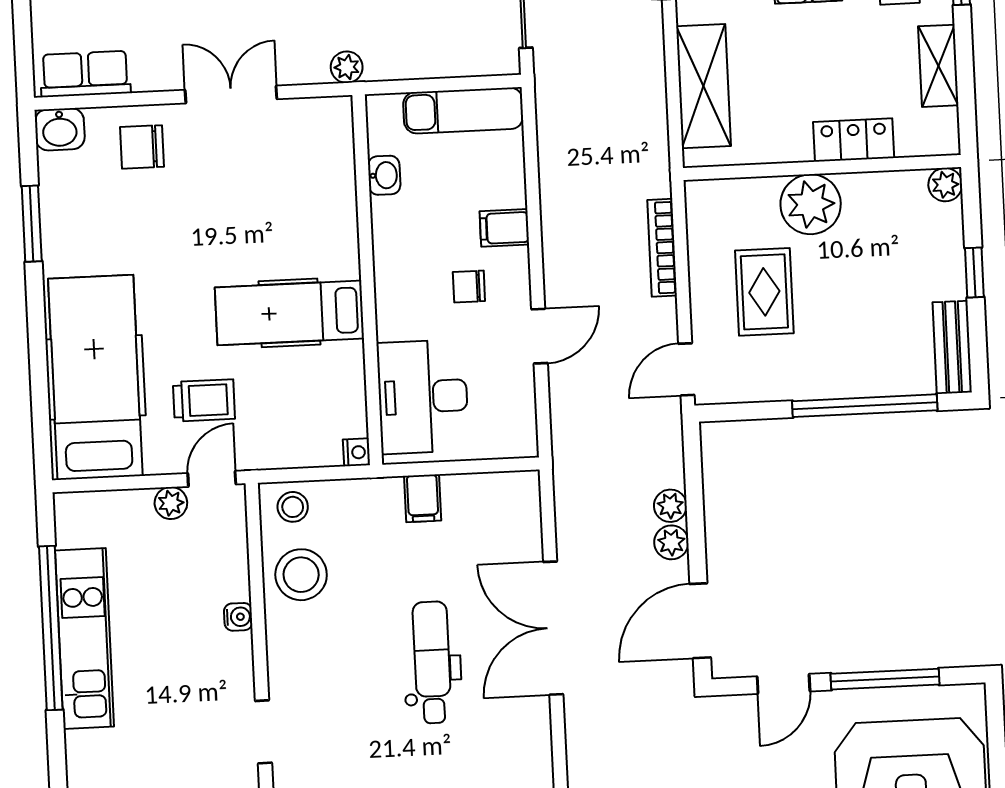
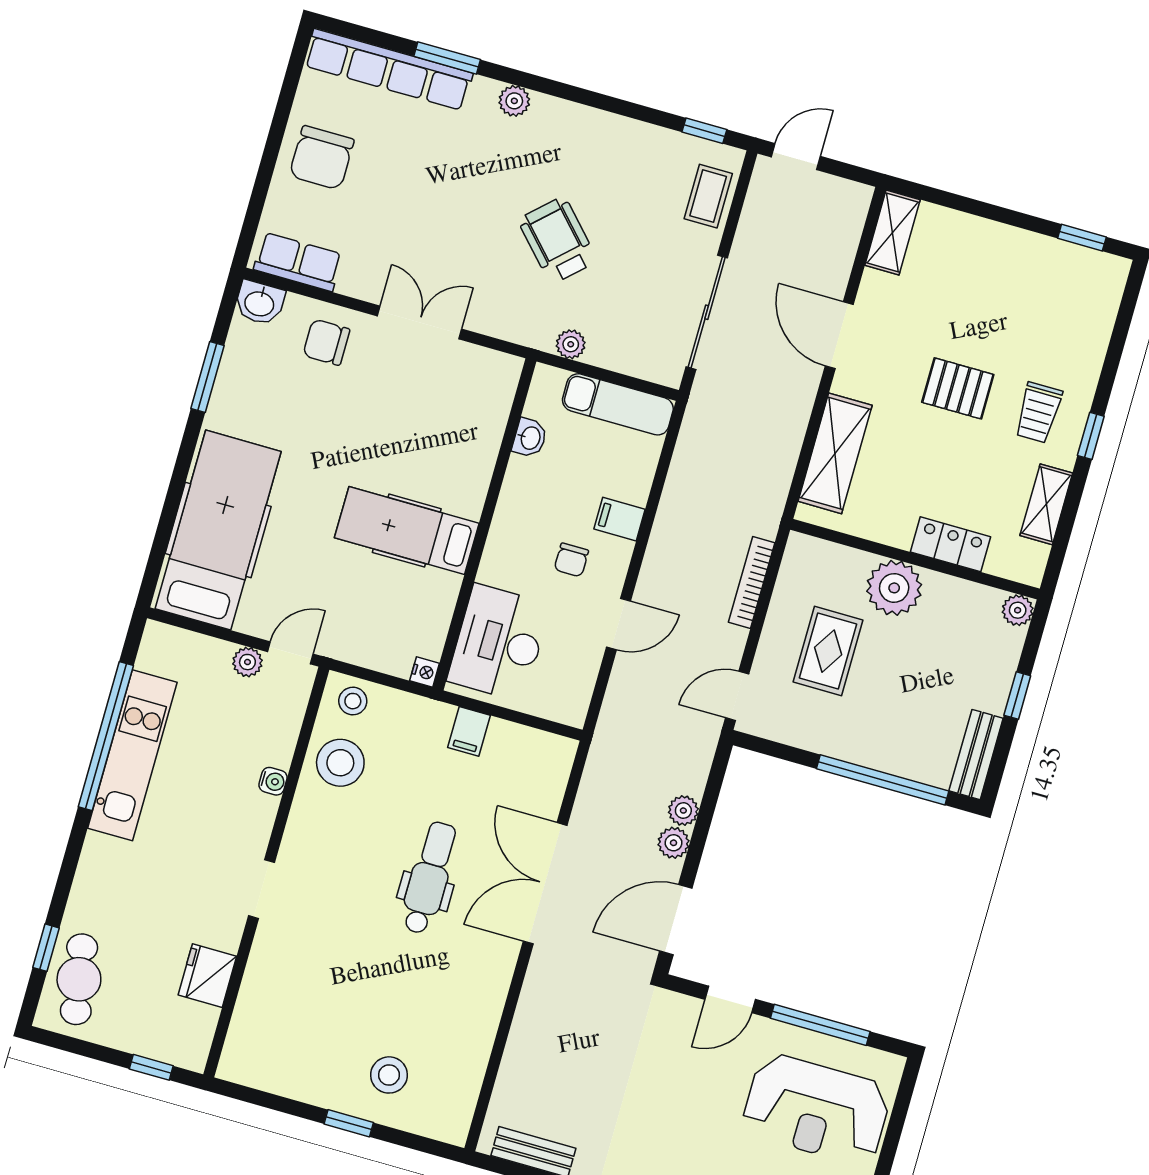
plant: (347, 67) -> (571, 344), moved
chair: (469, 287) -> (571, 560), turned -90
trolley: (204, 400) -> (306, 582), removed

